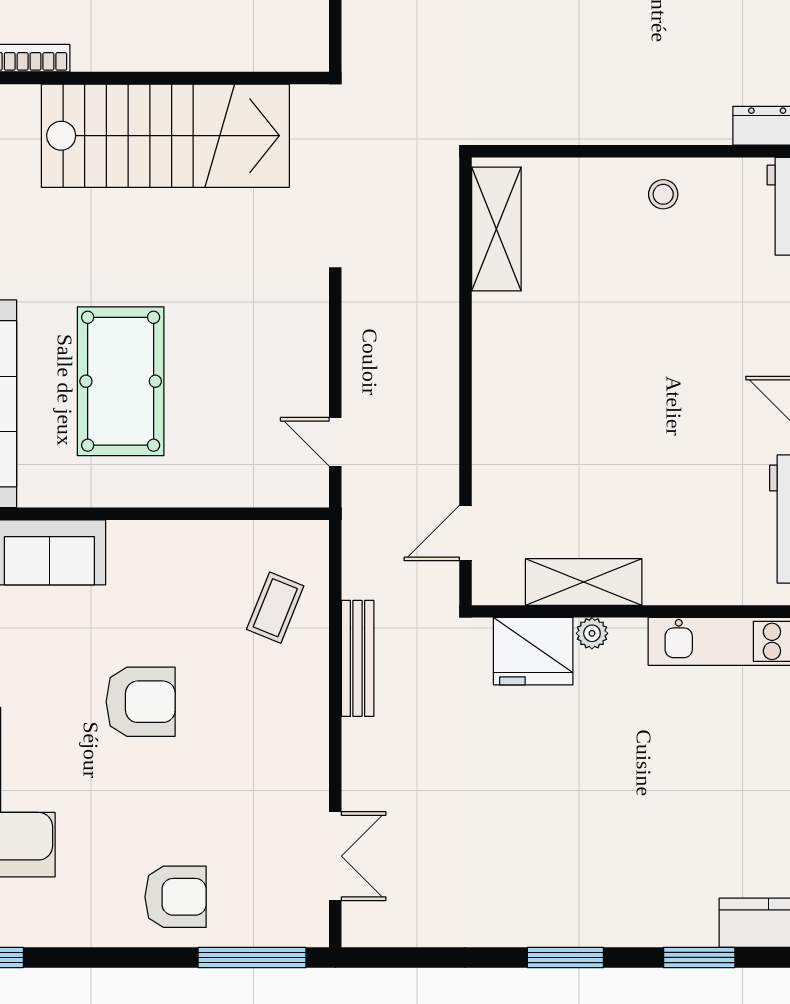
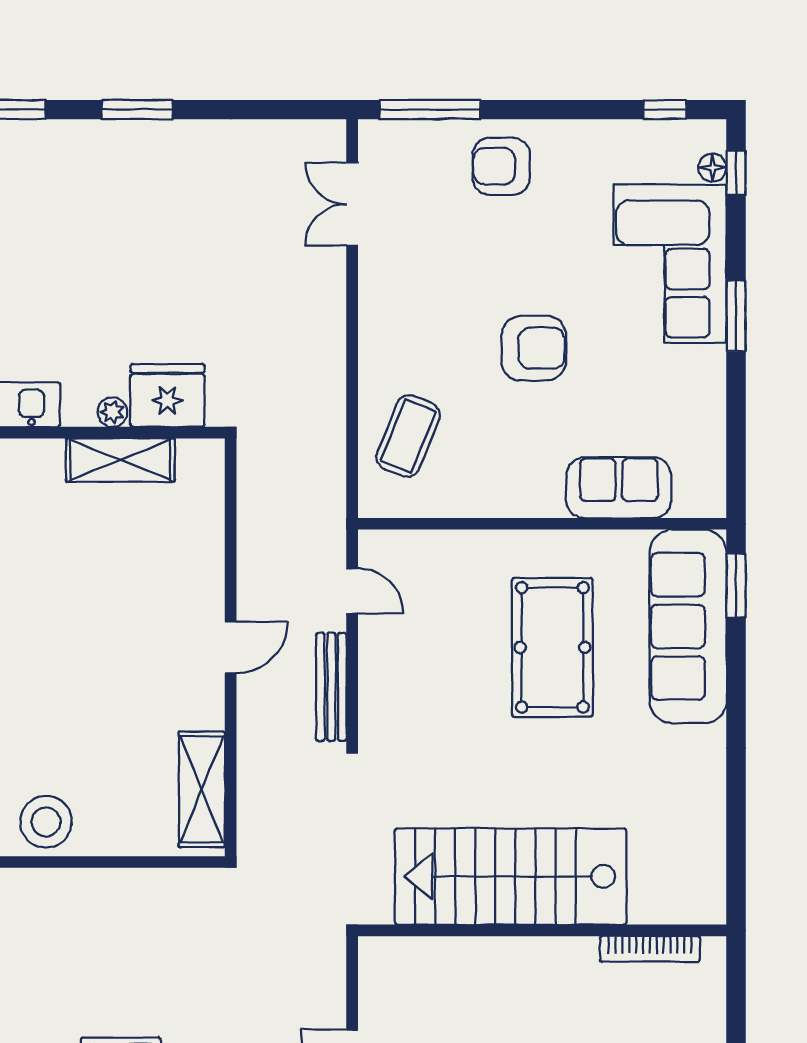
stool: (663, 194) -> (46, 822), width x1.89, depth x1.89
door: (465, 533) -> (231, 647), moved
coffee table: (275, 608) -> (408, 436), width x1.36, depth x1.30
bench: (358, 658) -> (331, 687), moved
armchair: (141, 702) -> (534, 348), turned 180

